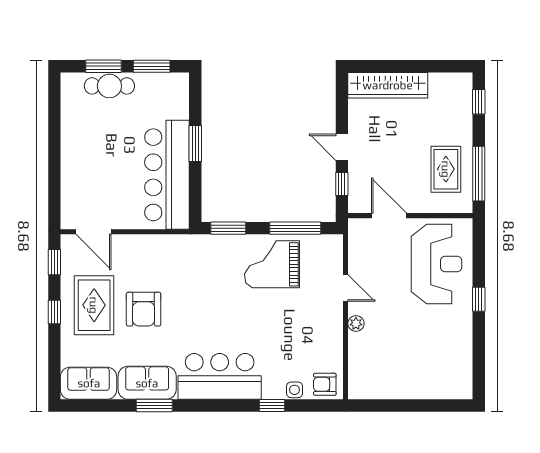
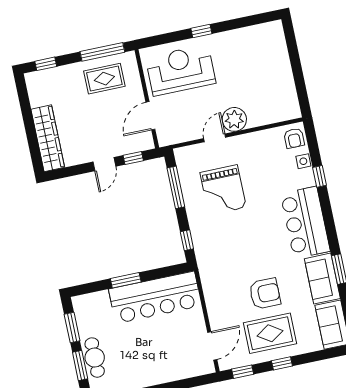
window: (228, 228) -> (187, 240), width x0.67
grand piano: (272, 264) -> (223, 190), moved
plant: (356, 324) -> (234, 119), width x1.88, depth x1.88

